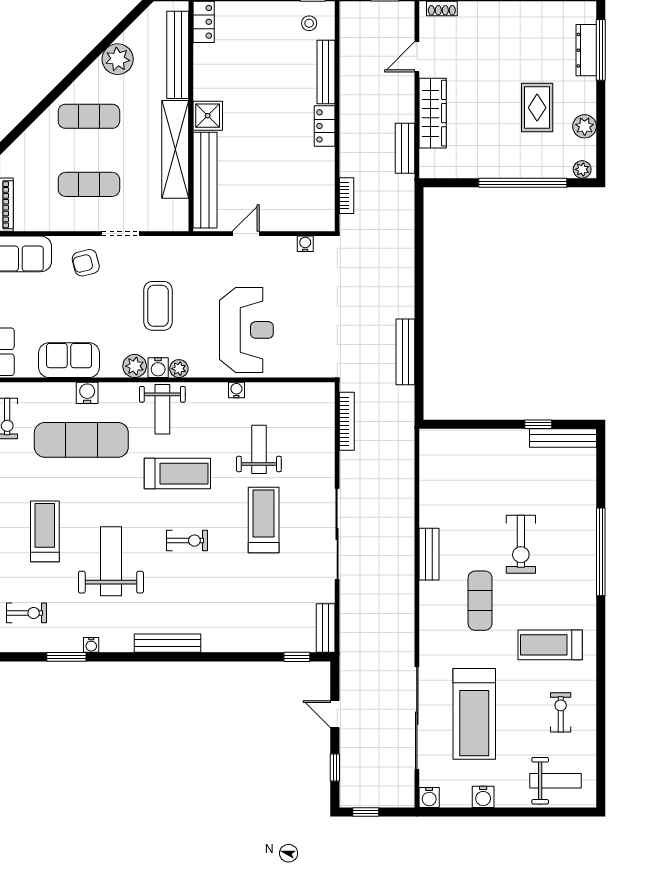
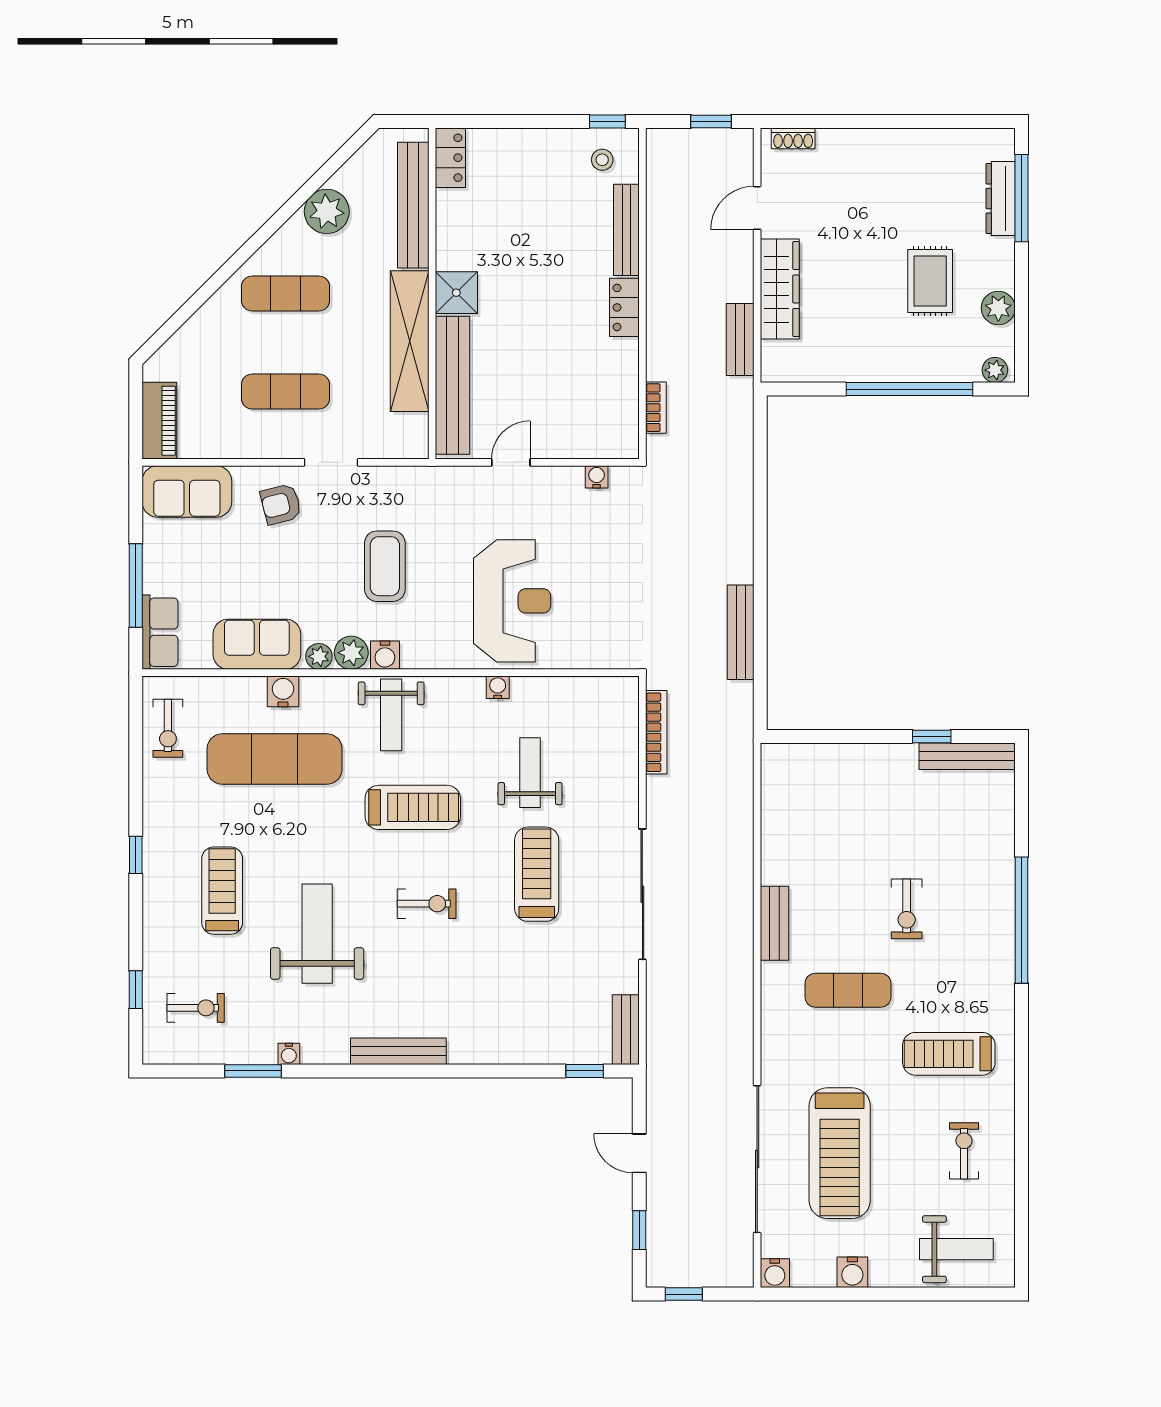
plant: (179, 369) -> (319, 656), moved
exercise bike: (521, 544) -> (907, 909), width x0.73, depth x0.72
exercise mat: (480, 601) -> (848, 990), turned 90

